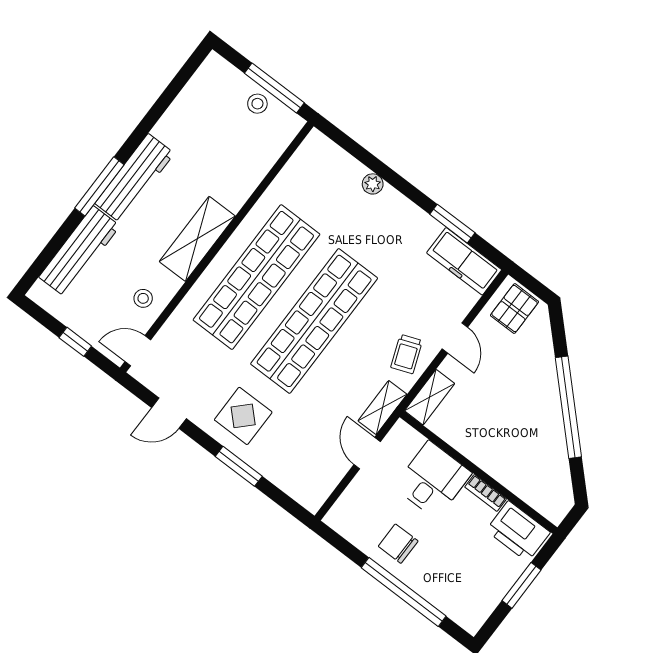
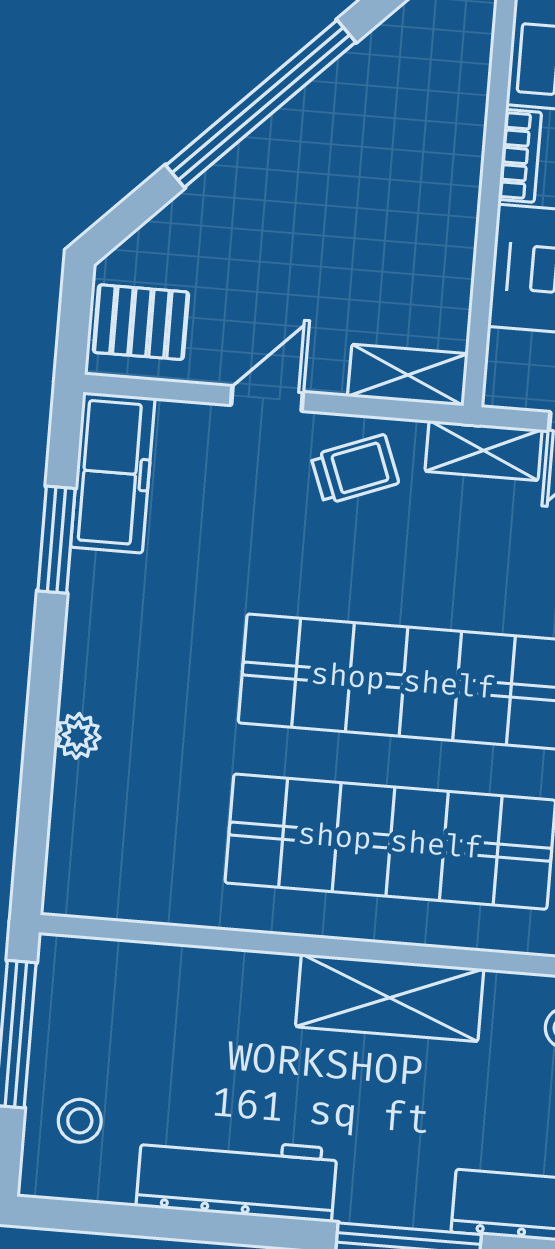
stool: (257, 104) -> (80, 1121), moved
workbench: (135, 178) -> (237, 1178), moved

